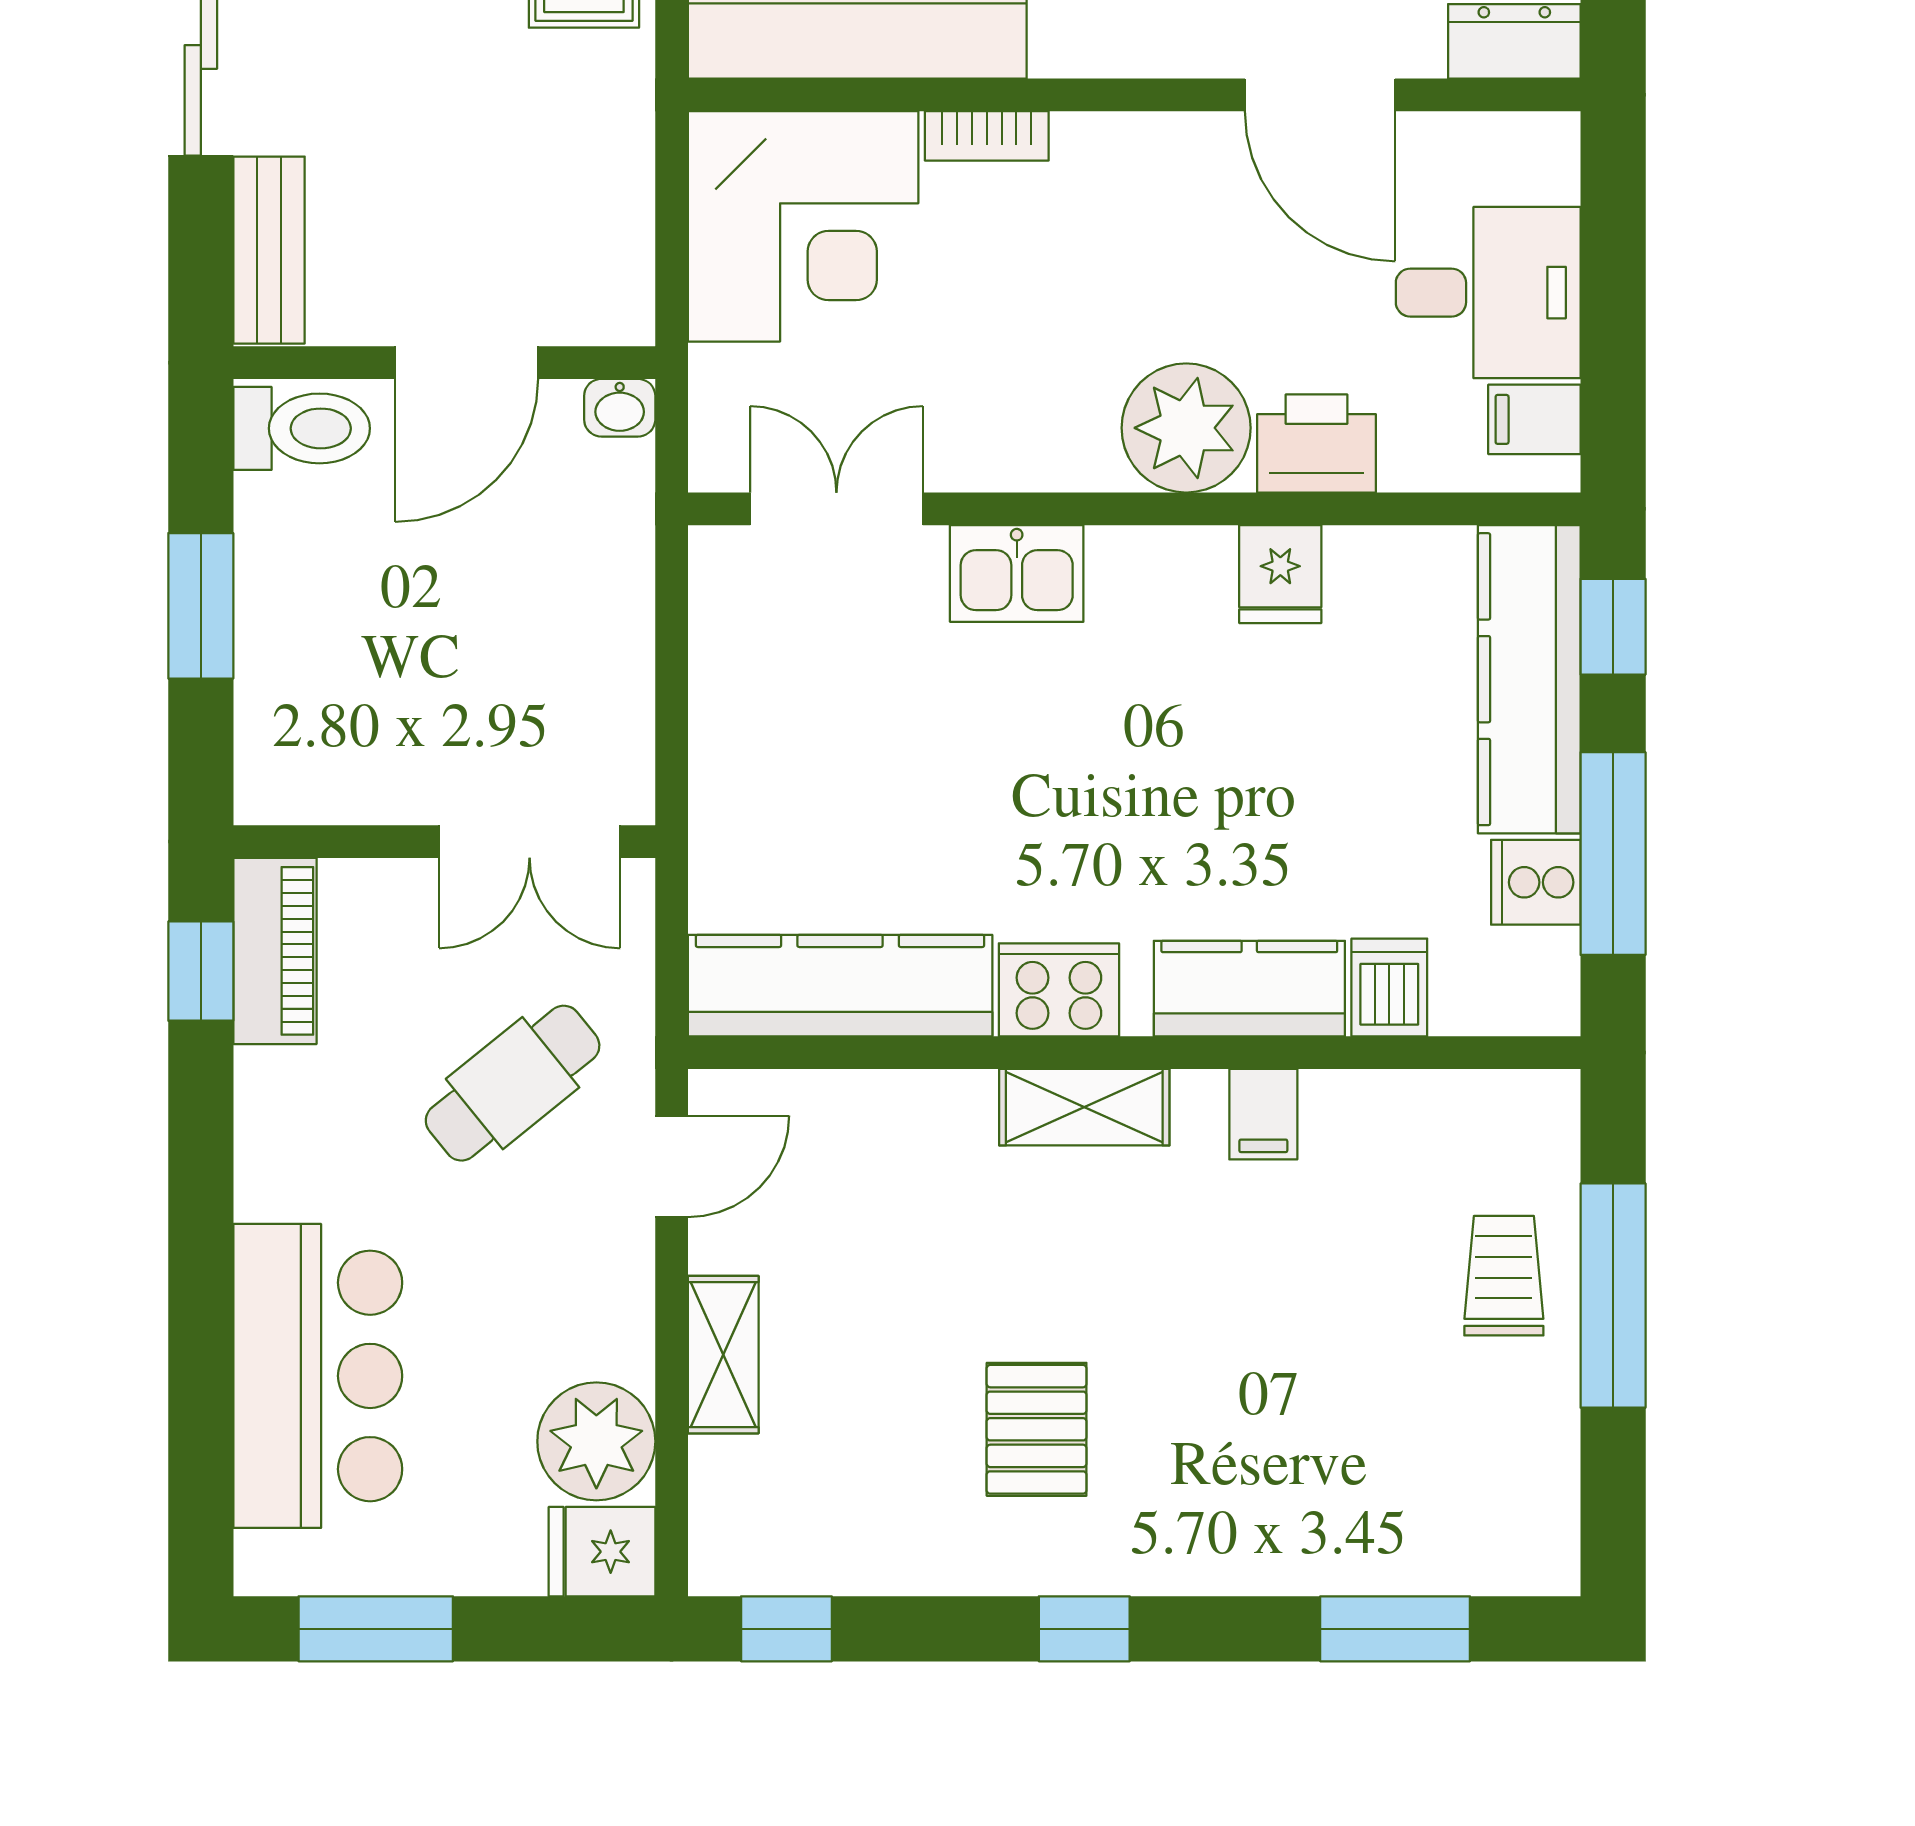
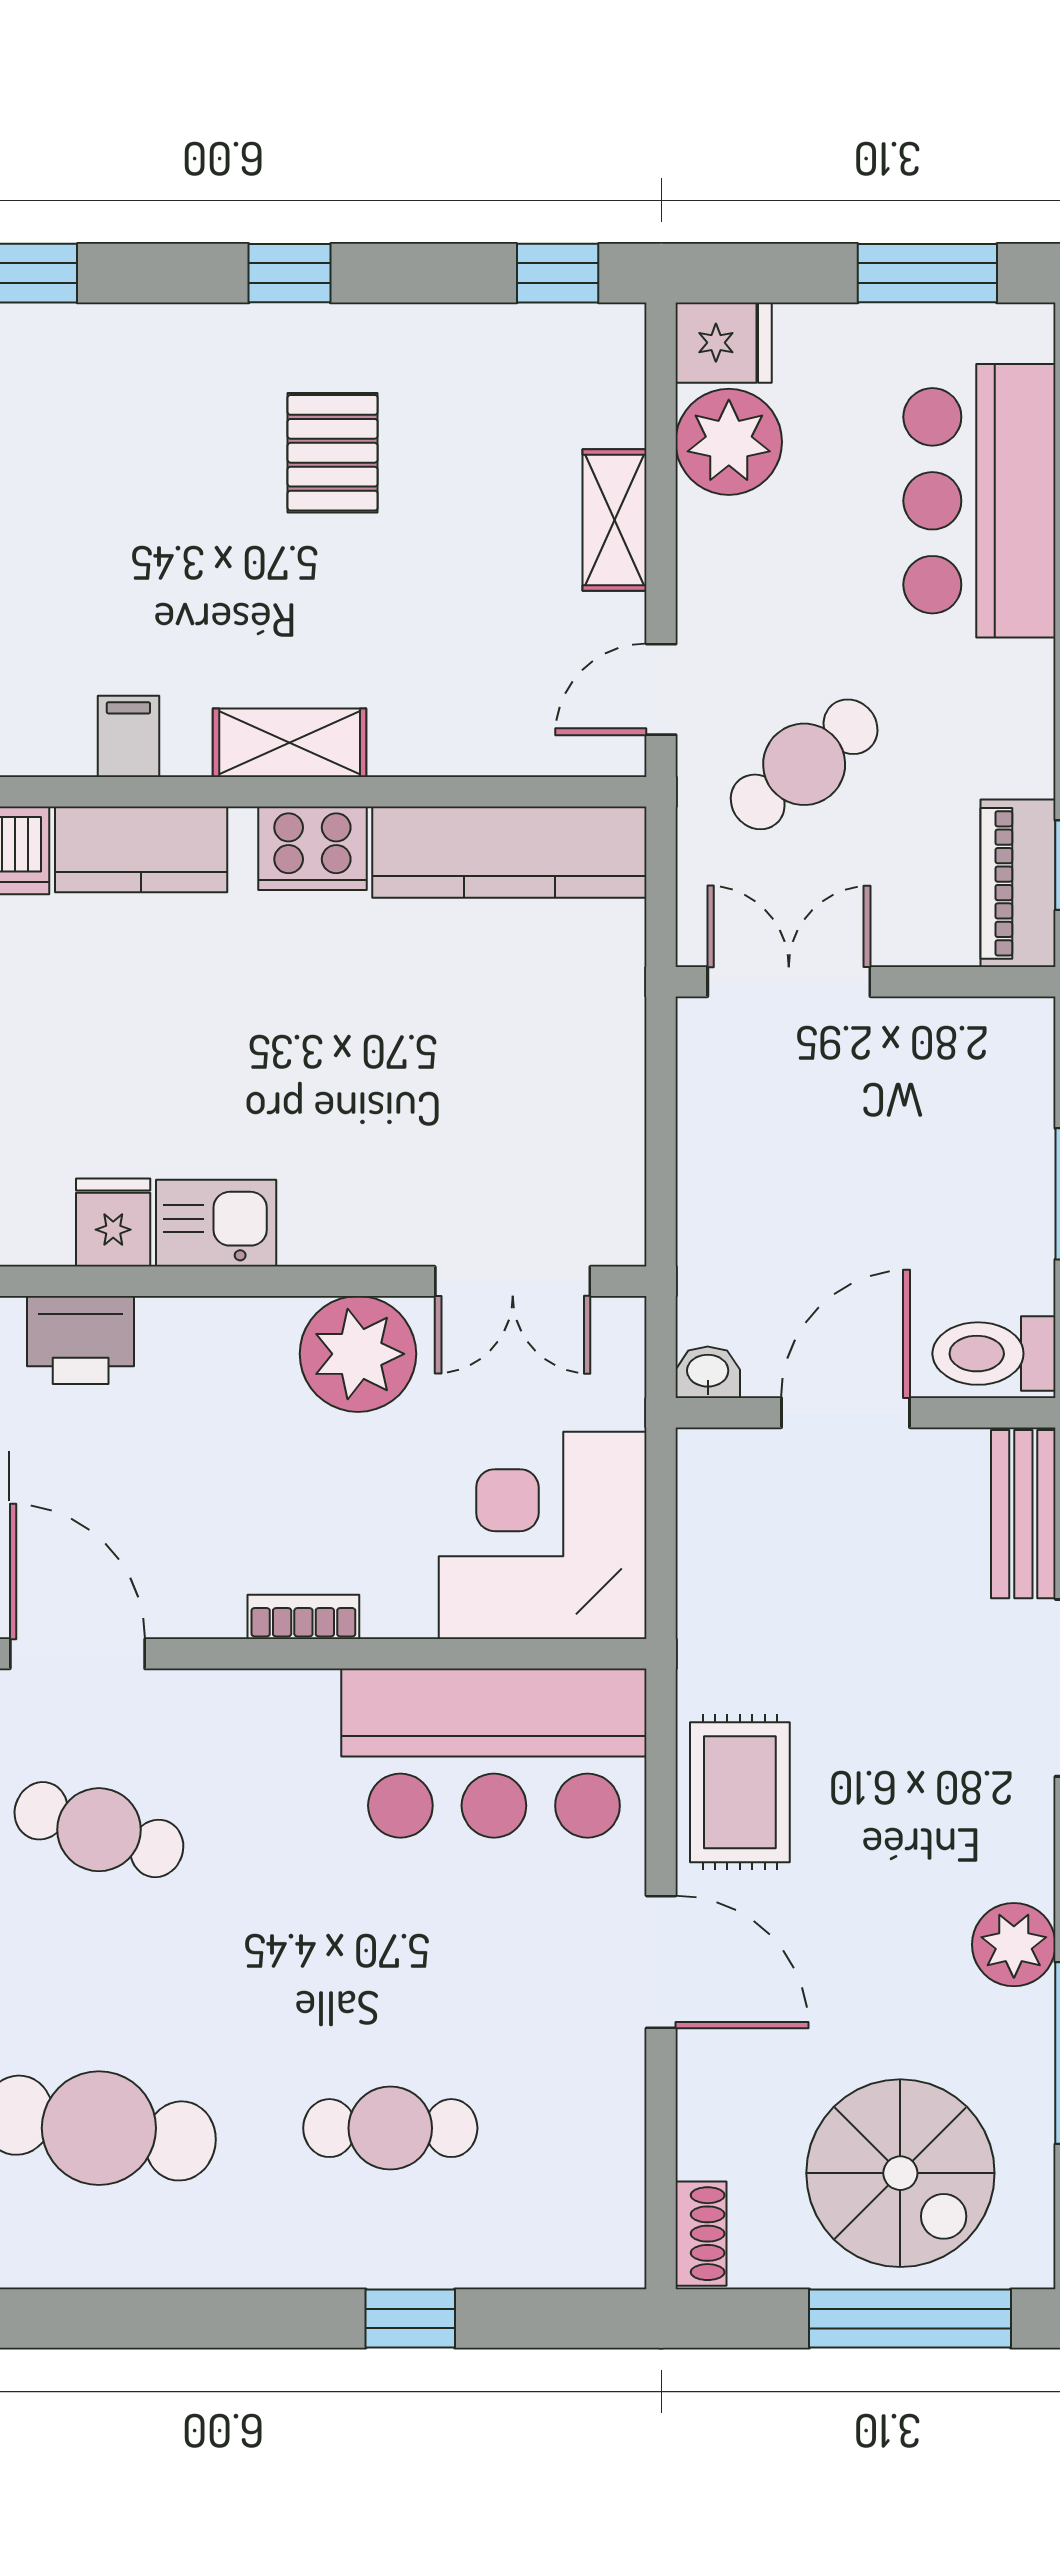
bookcase: (987, 136) -> (303, 1617), moved
plant: (1186, 428) -> (358, 1354), moved
kitchen sink: (1017, 573) -> (216, 1223), moved

